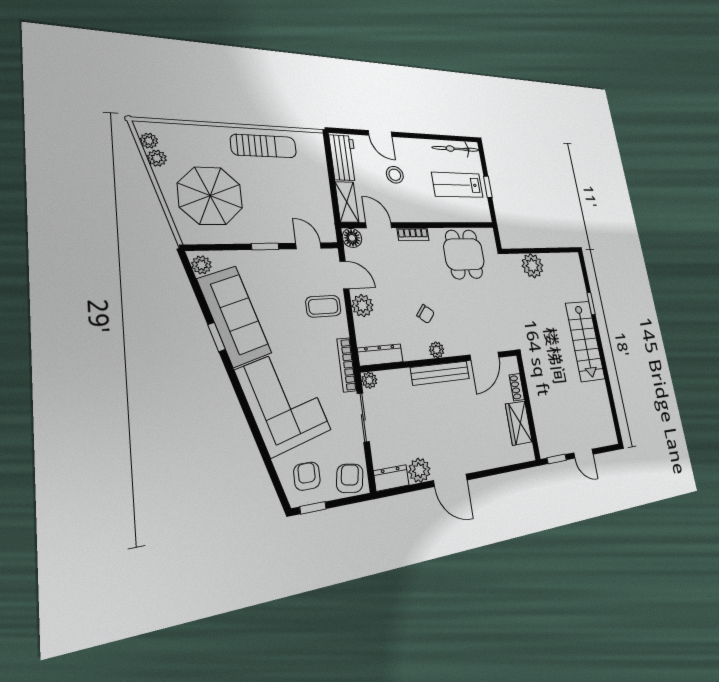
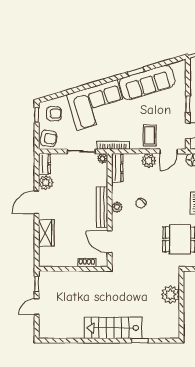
plant: (201, 265) -> (178, 67), removed
wardrobe: (519, 423) -> (46, 233), moved, turned 90

